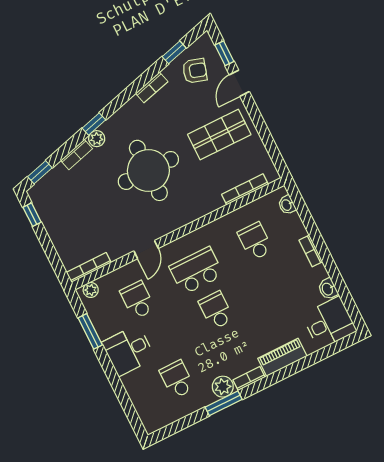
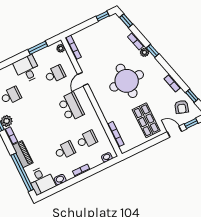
door: (146, 250) -> (83, 79), hinge flipped
school desk: (216, 310) -> (65, 150), moved
window: (315, 358) -> (22, 172), added

